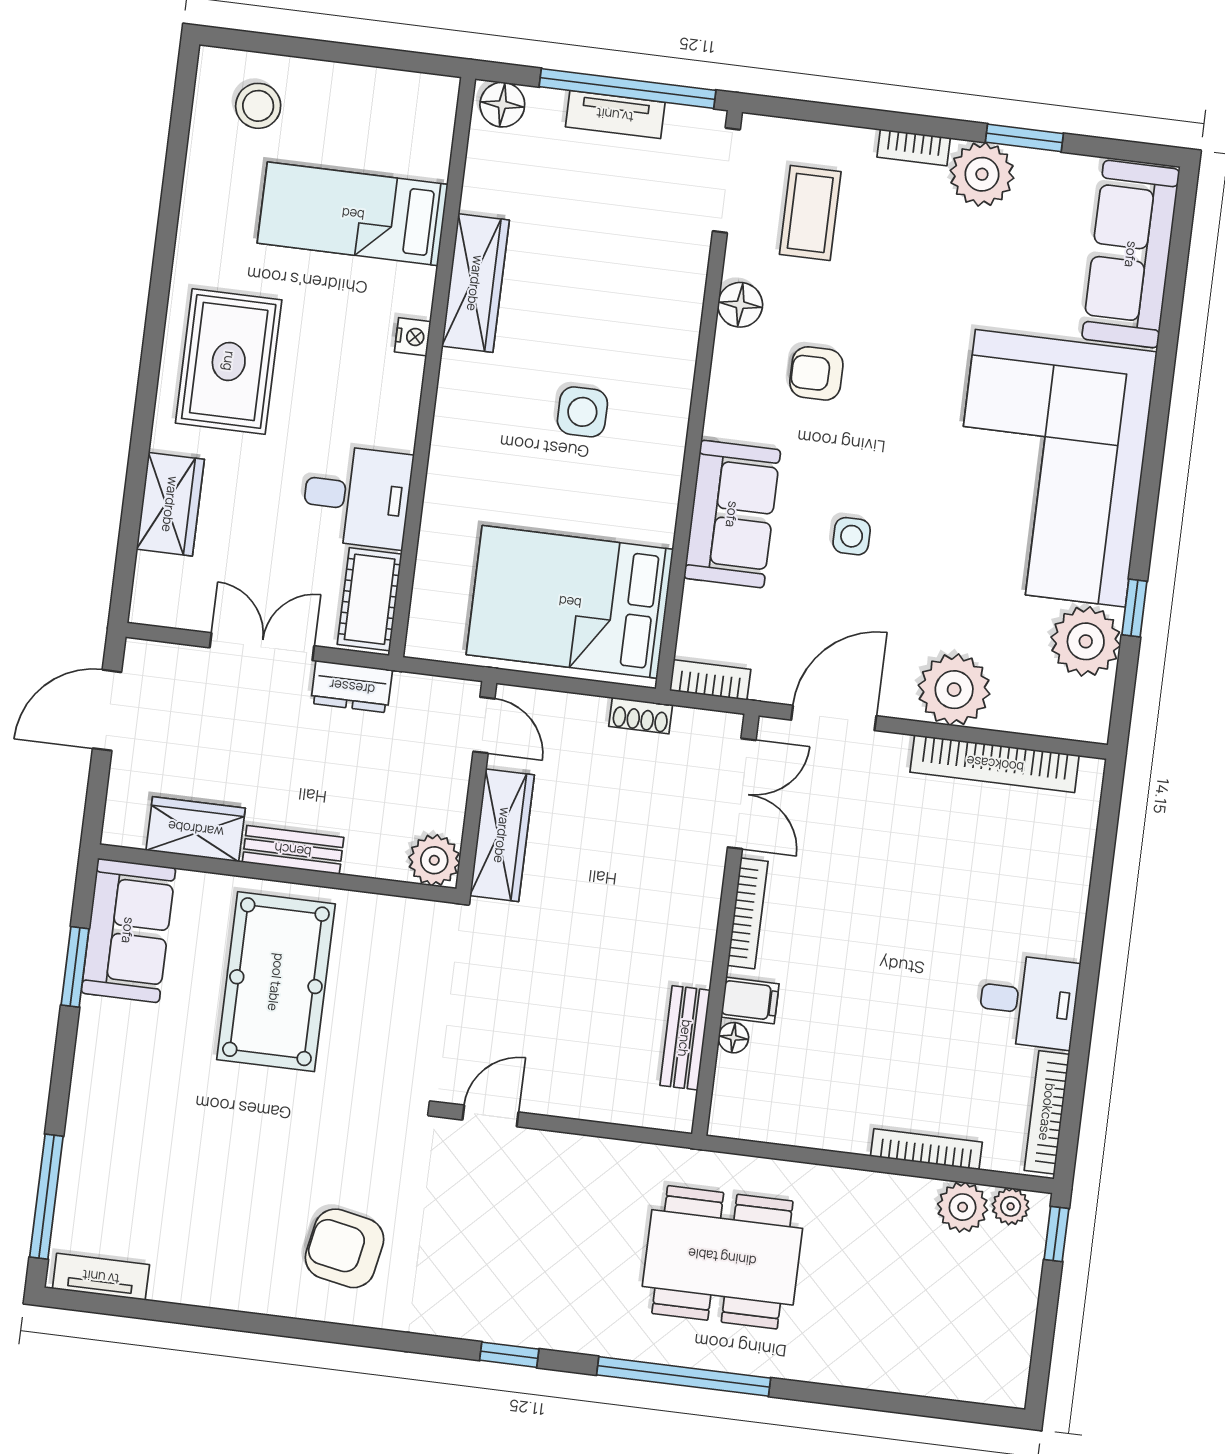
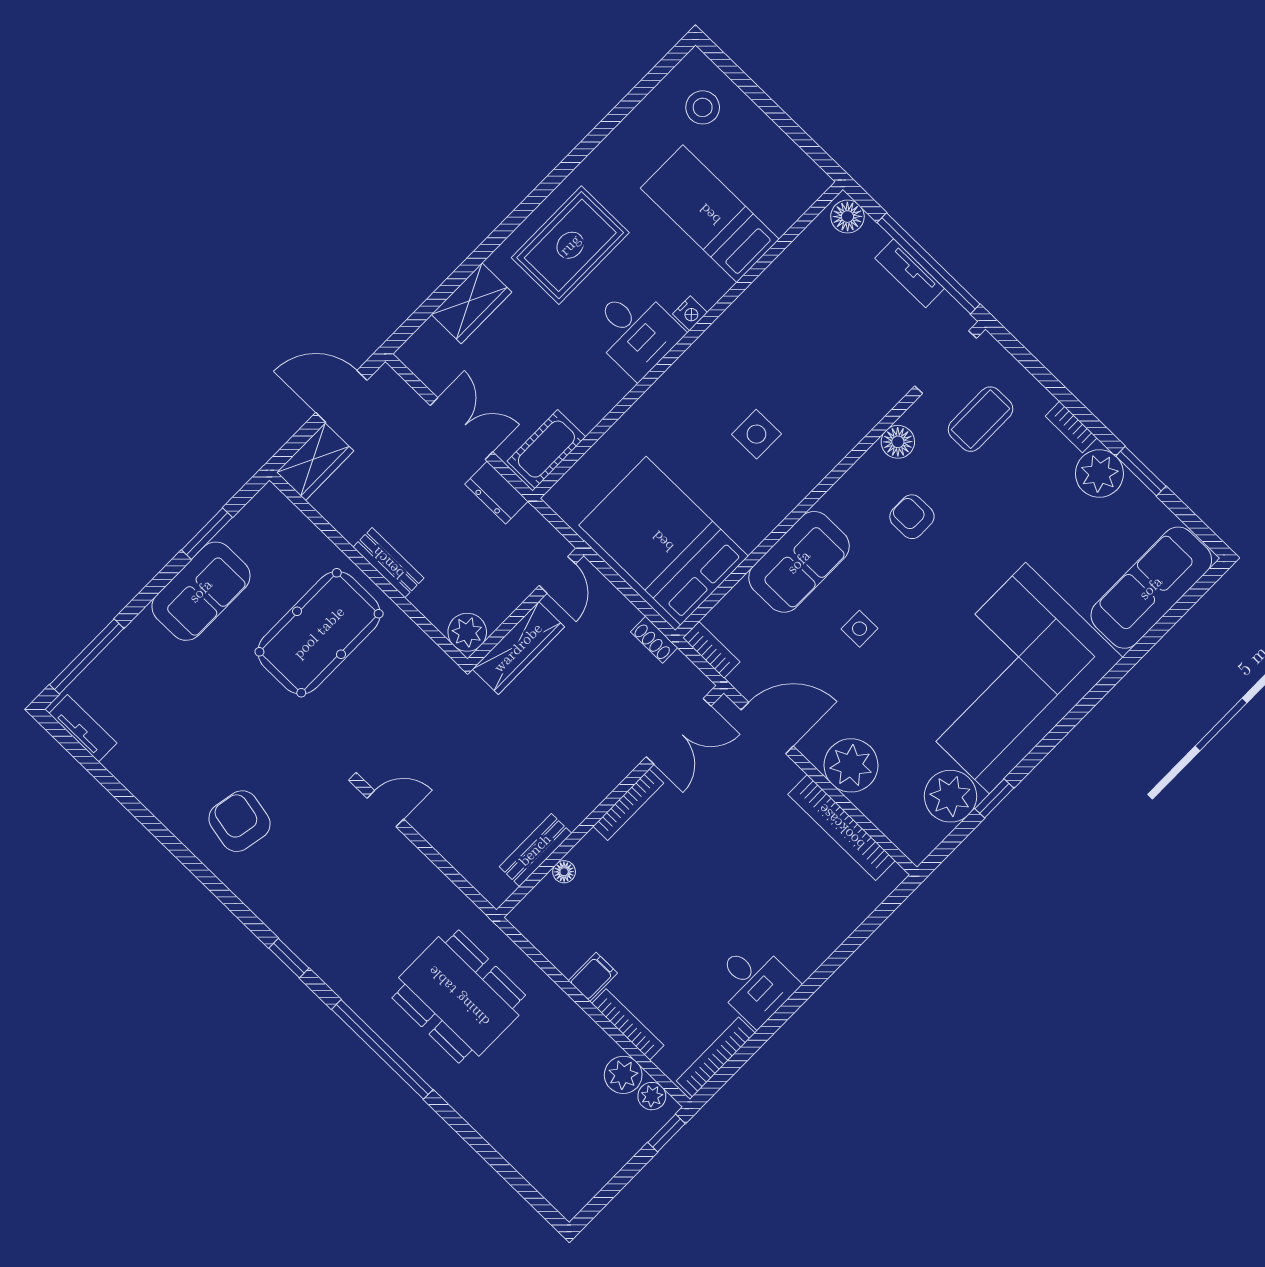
wardrobe: (475, 283) -> (751, 310), removed
desk: (357, 496) -> (635, 331), moved
wardrobe: (196, 829) -> (315, 462), moved, turned 90
sofa: (128, 930) -> (201, 591), moved
filing cabinet: (750, 1000) -> (593, 977), moved, turned -90

